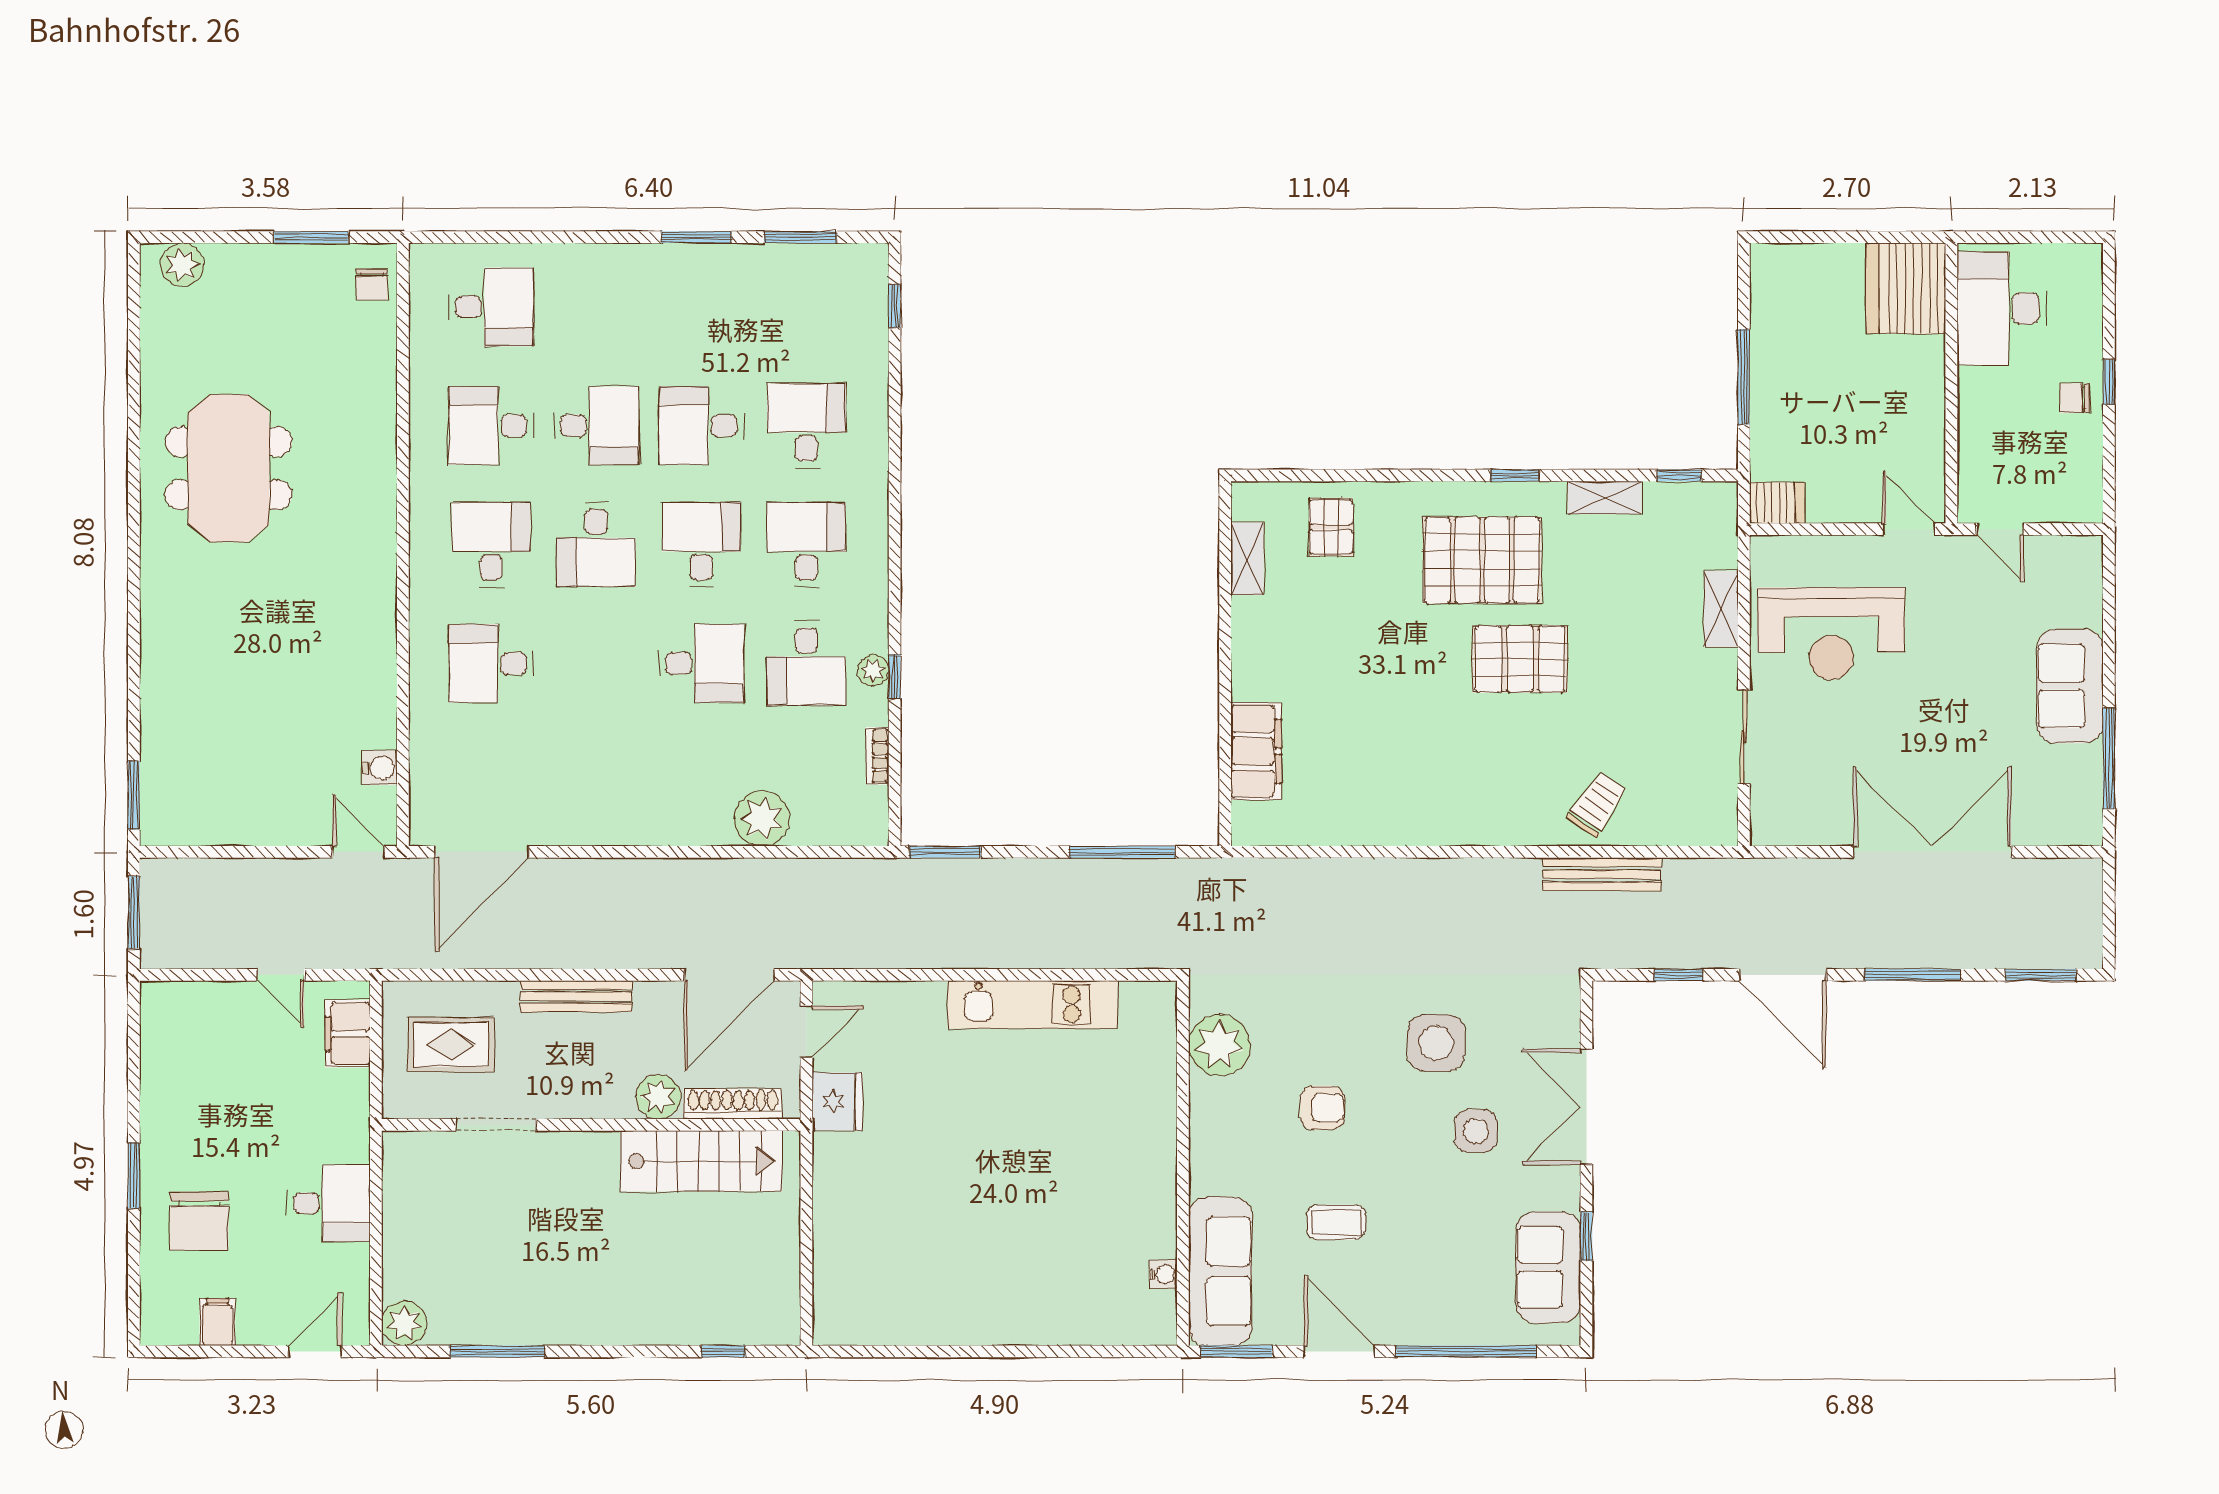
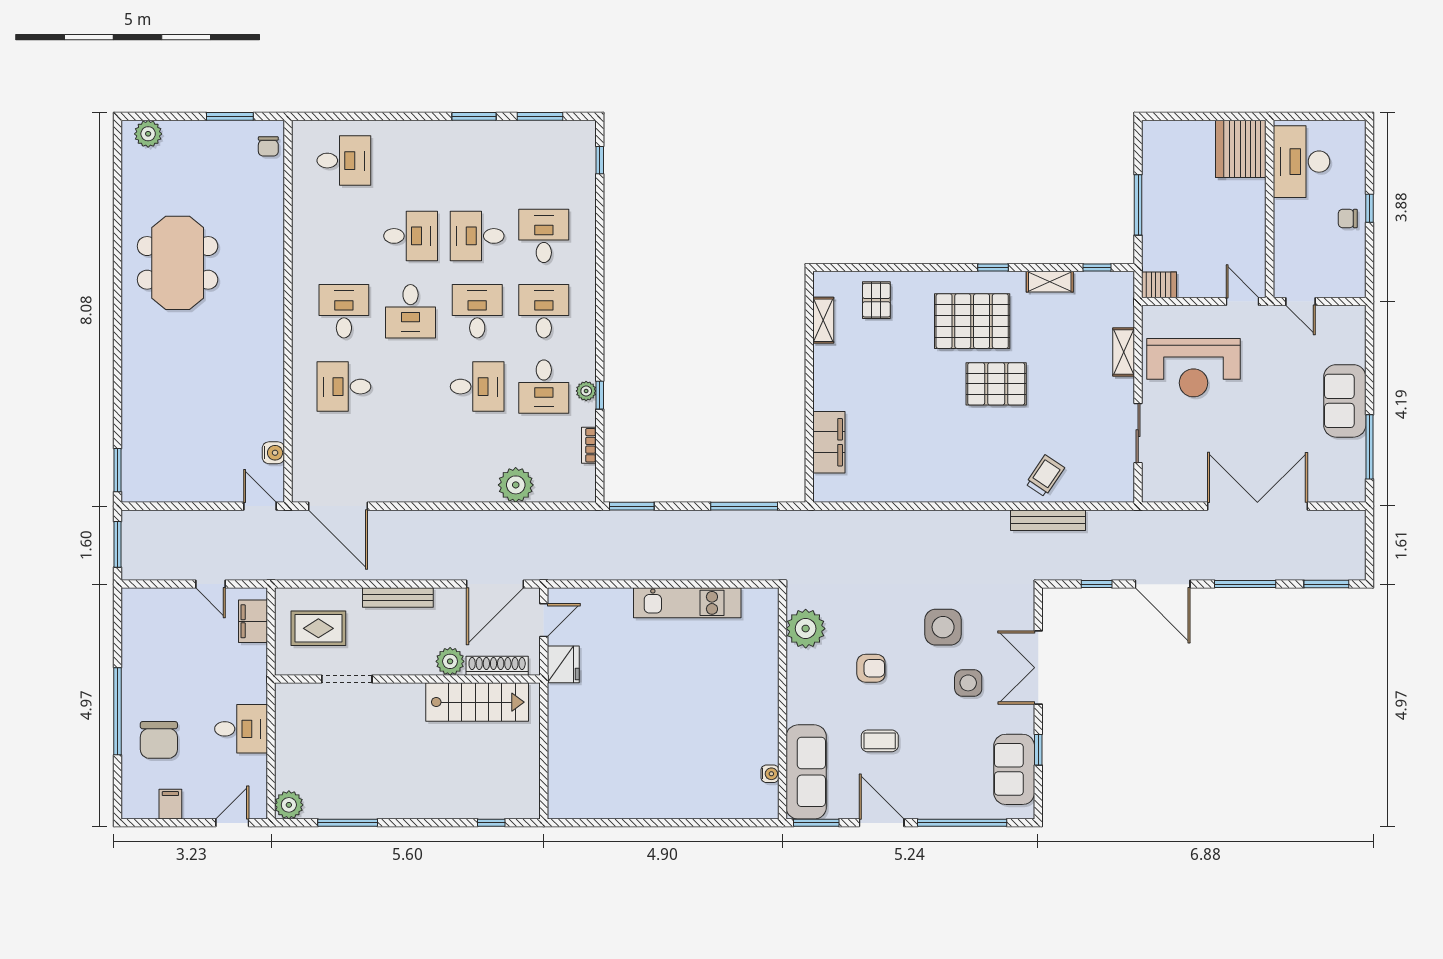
desk: (491, 426) -> (344, 236), removed
door: (482, 852) -> (338, 506), hinge flipped
window: (134, 1176) -> (117, 711), width x2.11

